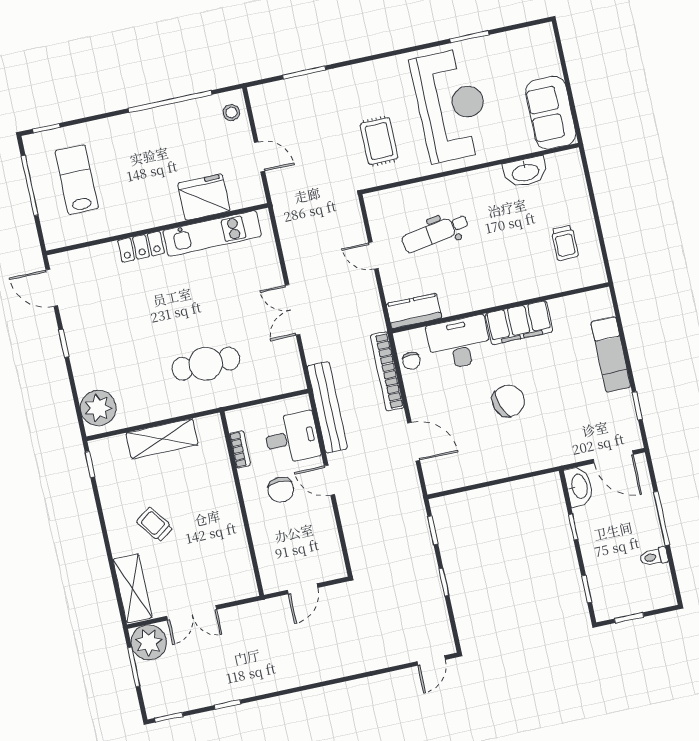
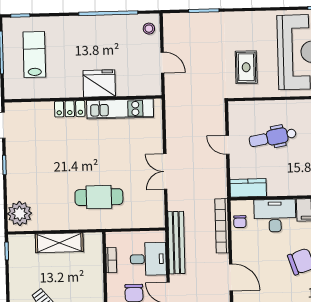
fridge: (204, 197) -> (99, 83), moved

